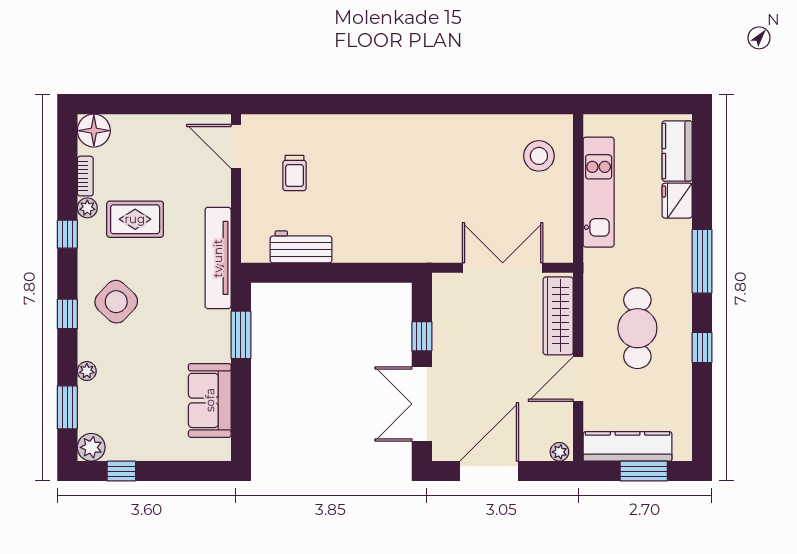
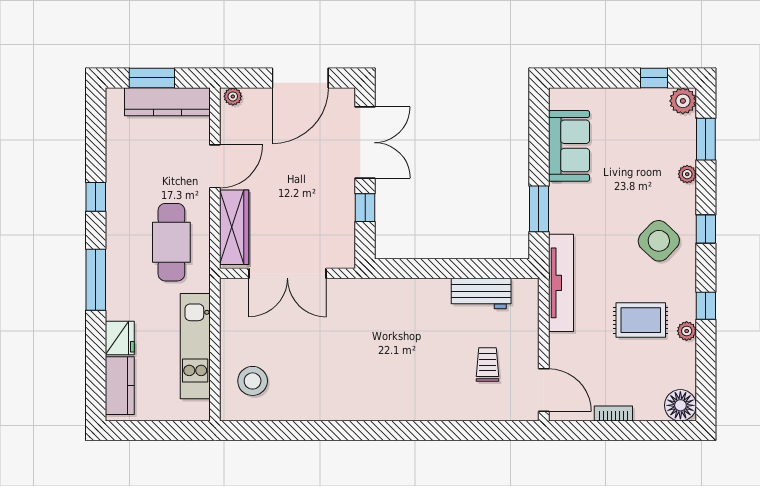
bookcase: (85, 176) -> (613, 414), moved, turned 90
cafe table: (637, 328) -> (171, 242), moved

